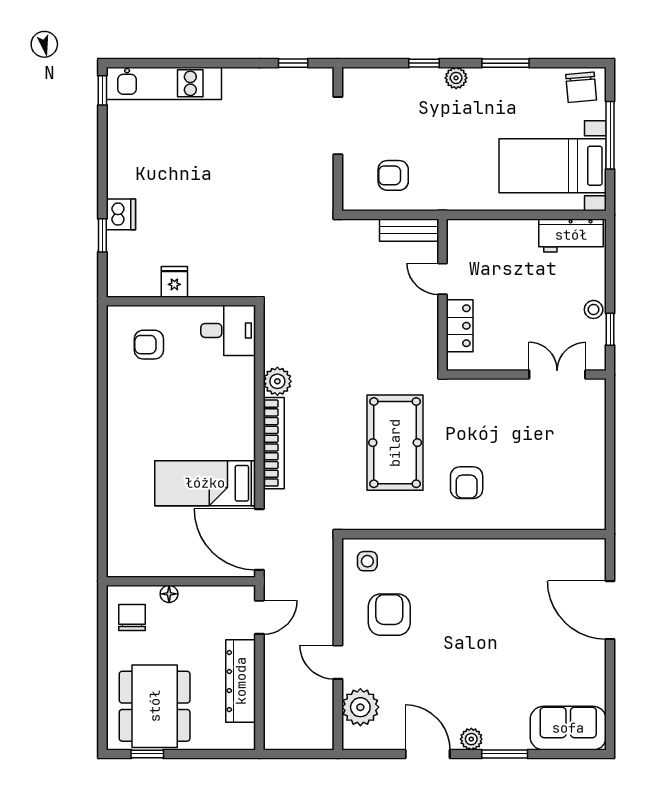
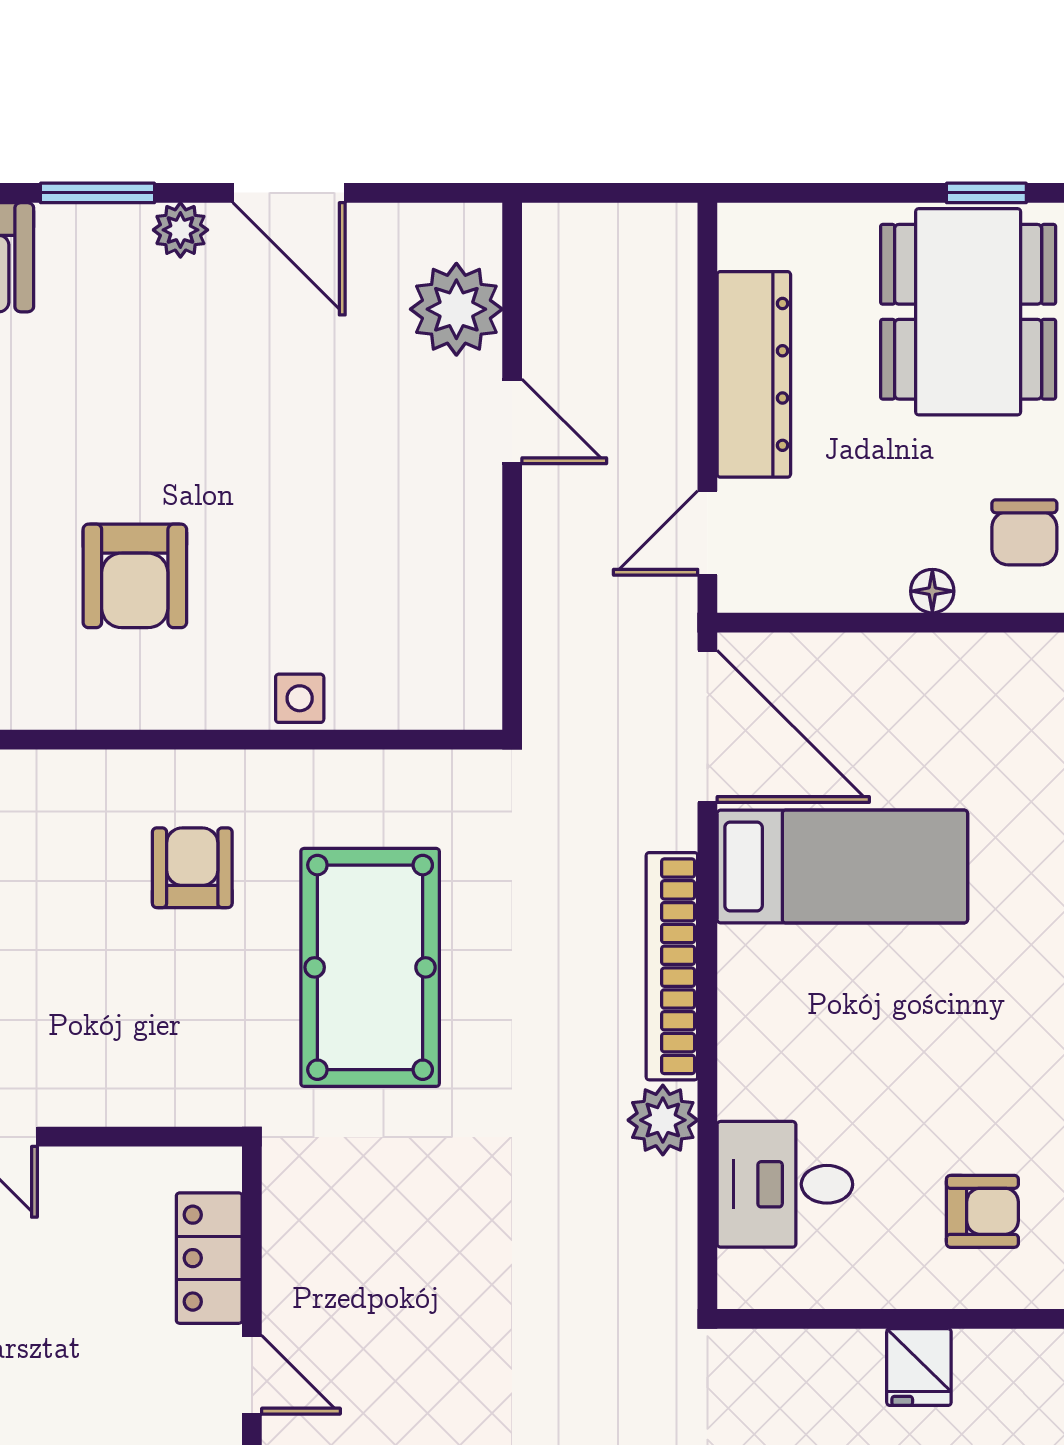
desk: (228, 330) -> (785, 1184), moved
side table: (367, 561) -> (300, 698), moved
armchair: (389, 615) -> (135, 576), moved

